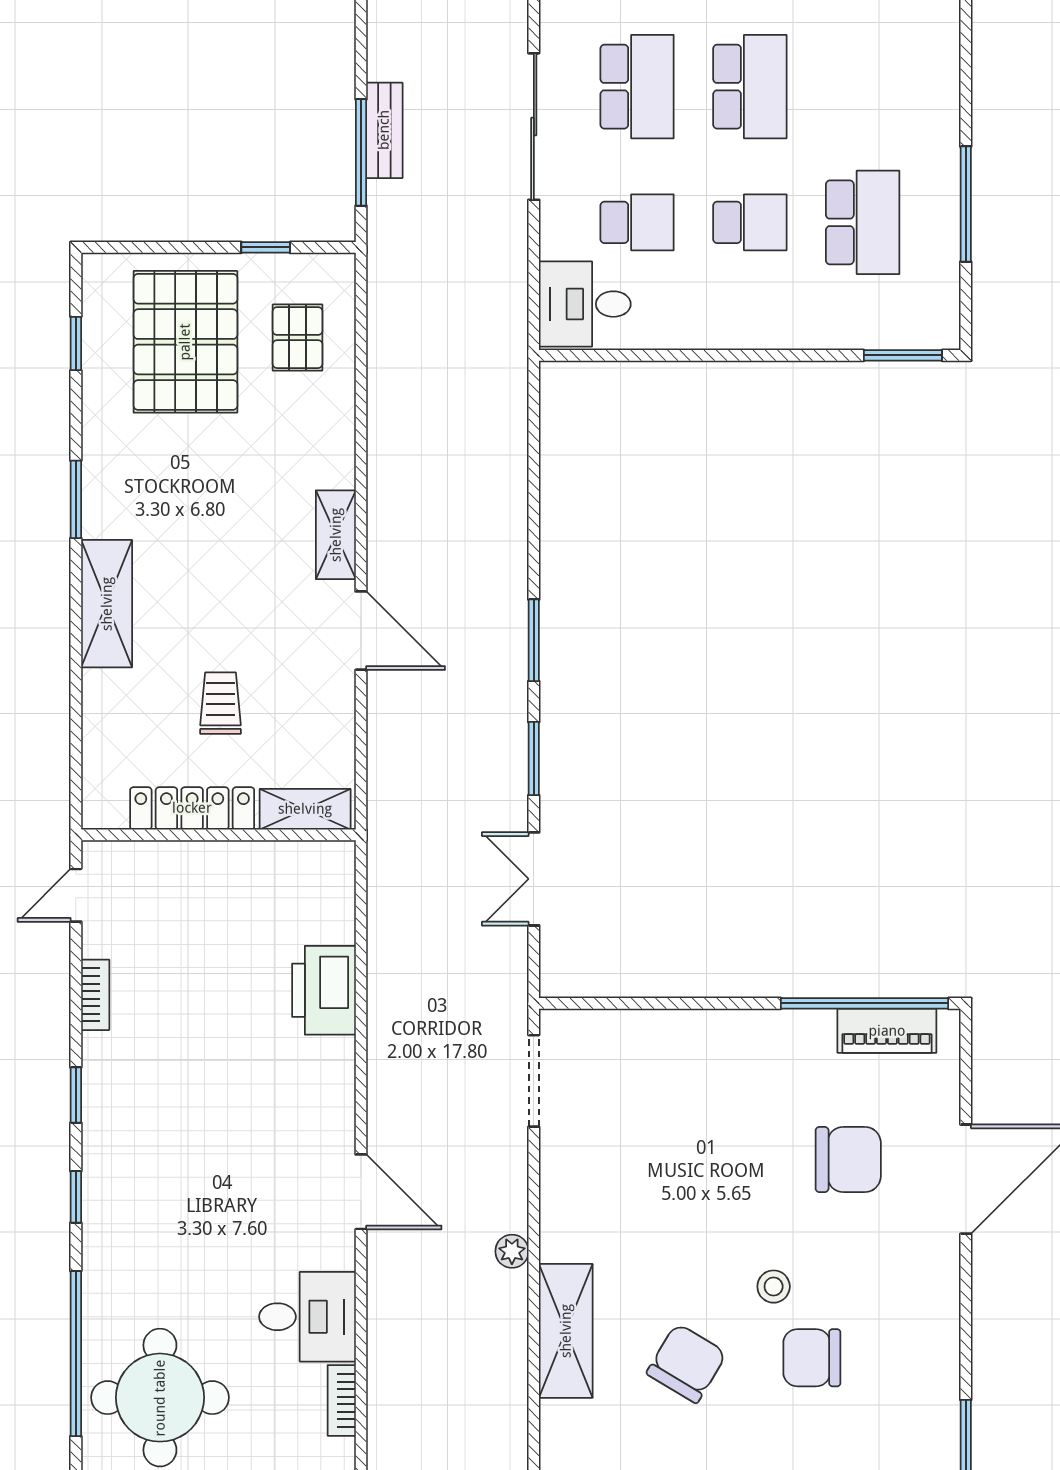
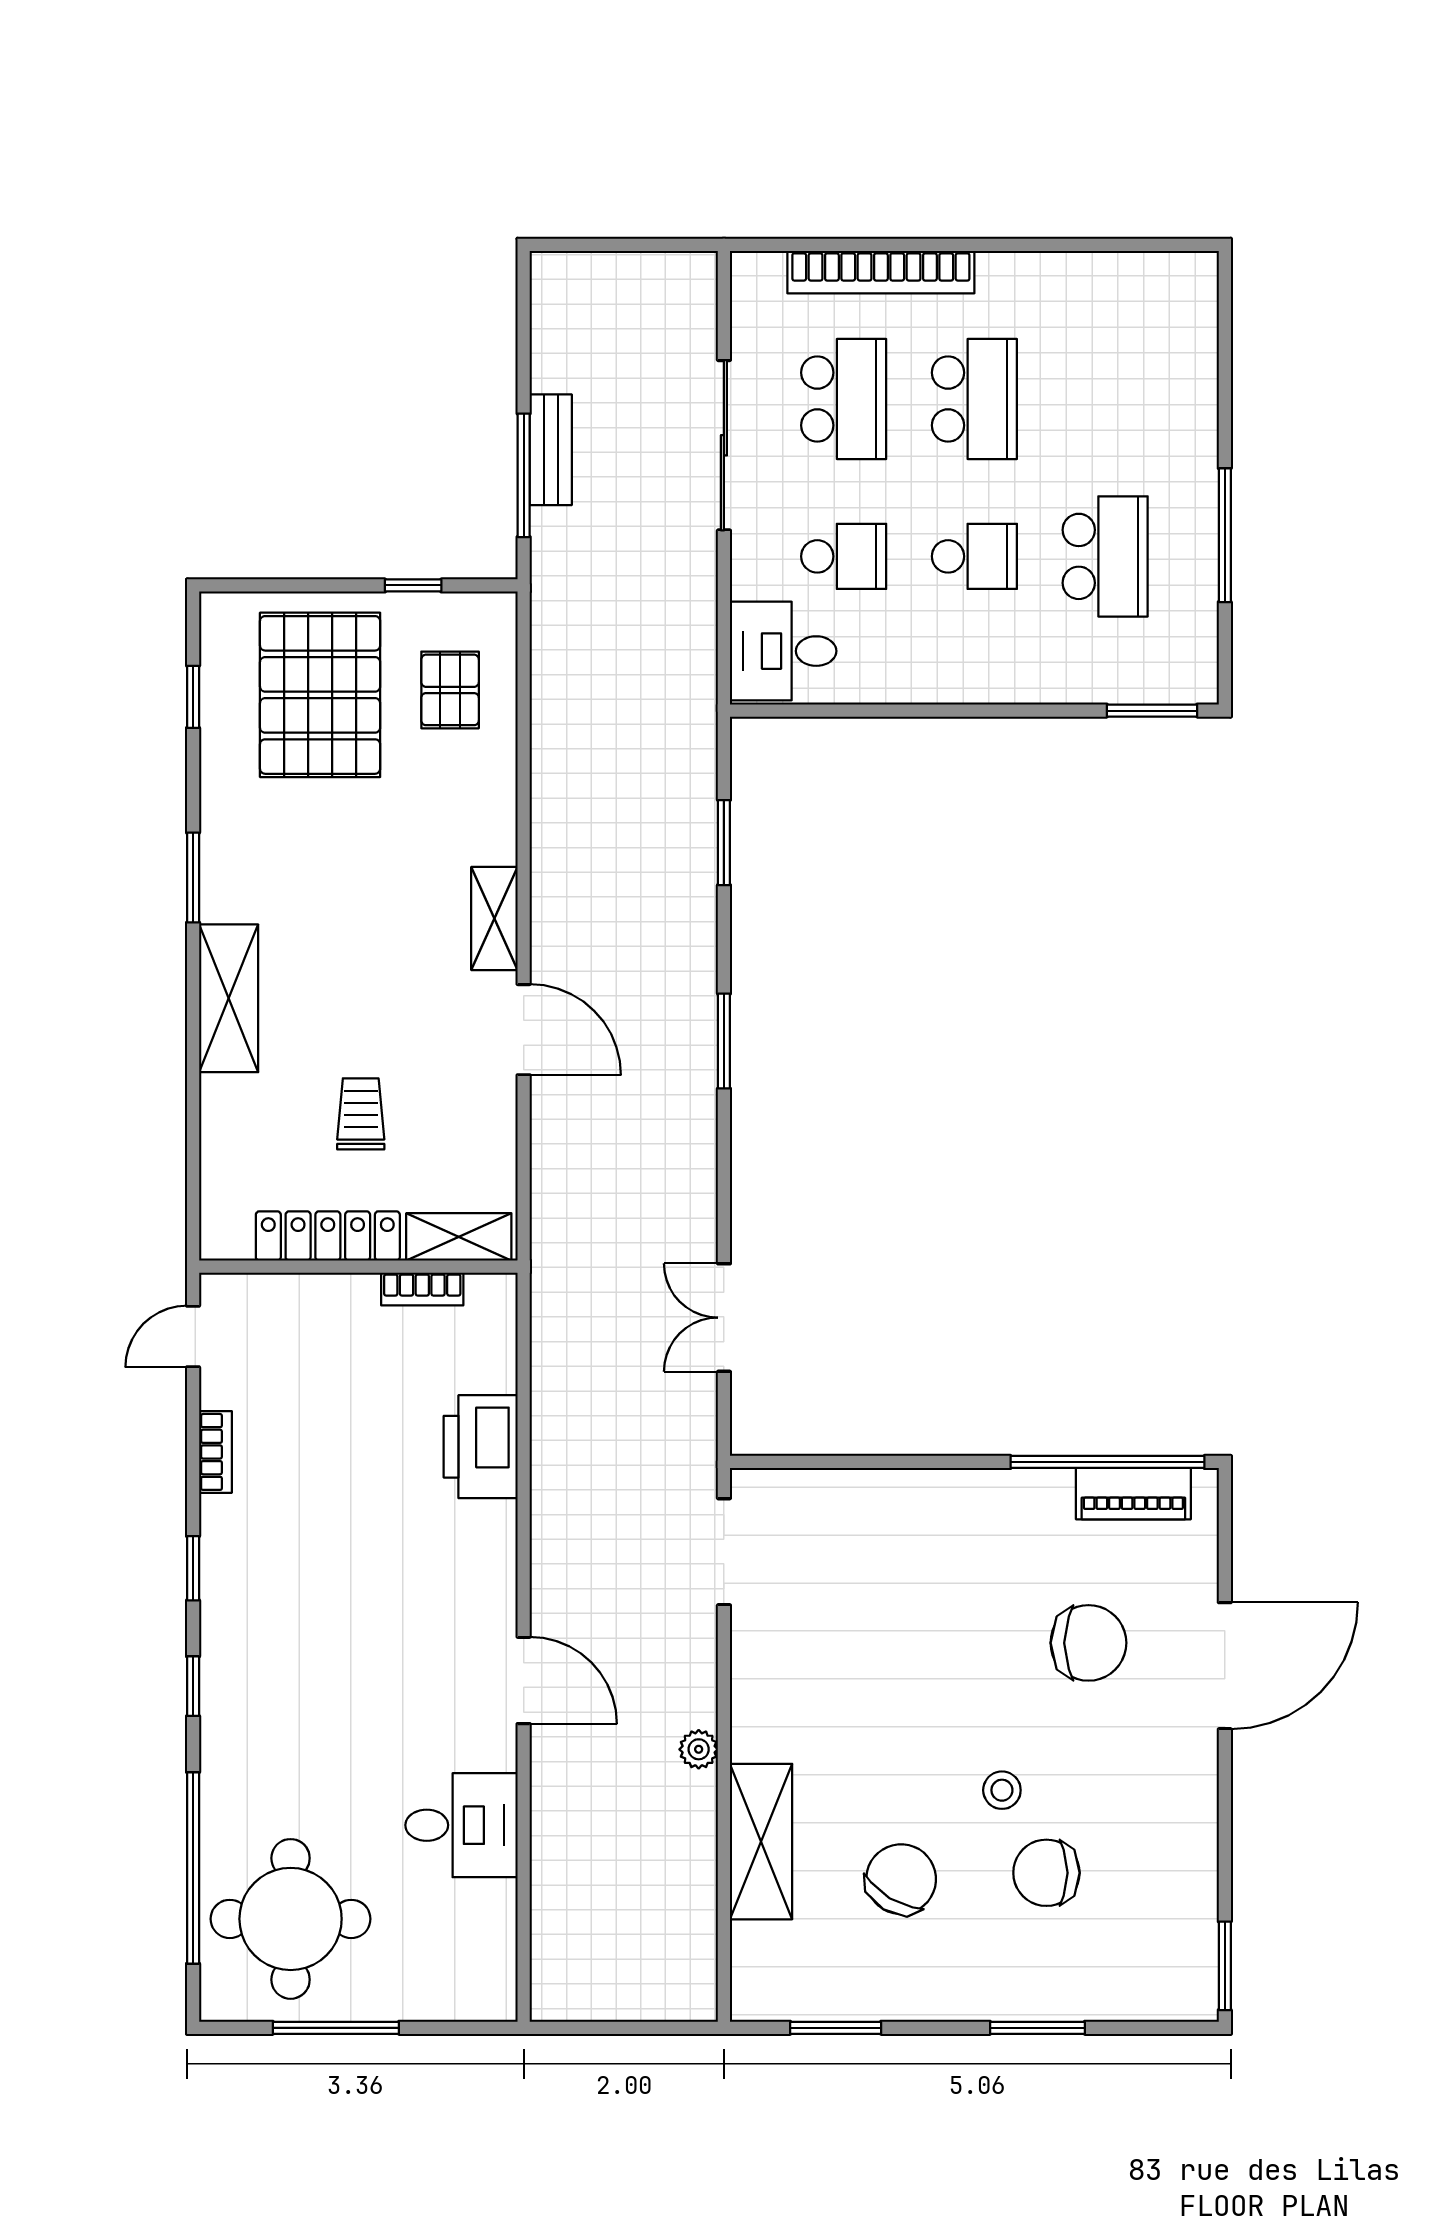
window: (534, 759) -> (724, 843), moved
bookcase: (342, 1400) -> (422, 1289), moved, turned -90

